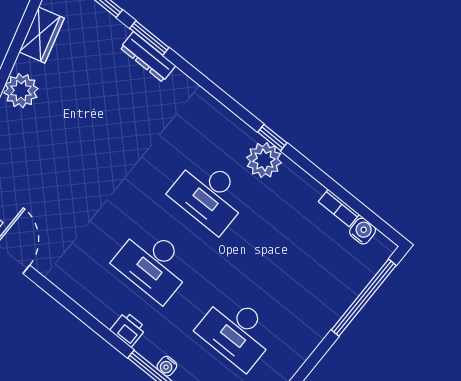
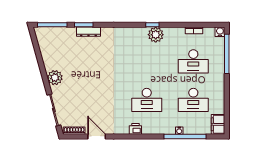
wardrobe: (42, 35) -> (47, 53), removed
desk: (209, 195) -> (193, 61), moved
water cooler: (363, 231) -> (220, 32), moved
printer: (128, 329) -> (135, 129), moved

